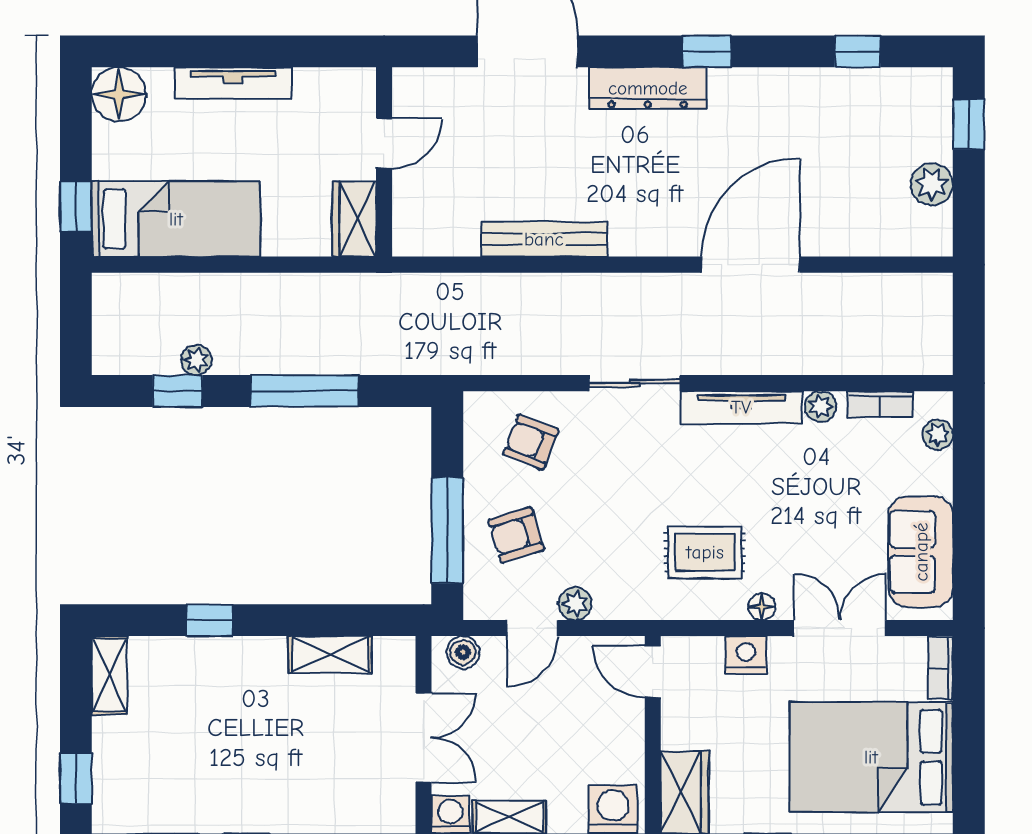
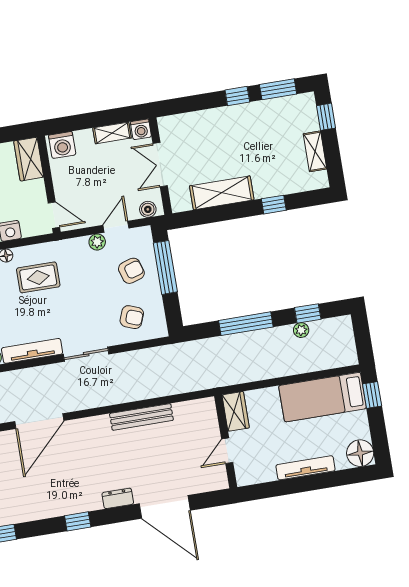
dresser: (648, 88) -> (118, 498), width x0.51, depth x0.80
shelving: (330, 655) -> (222, 193), width x1.50, depth x1.33
shelving: (109, 675) -> (315, 151), moved

